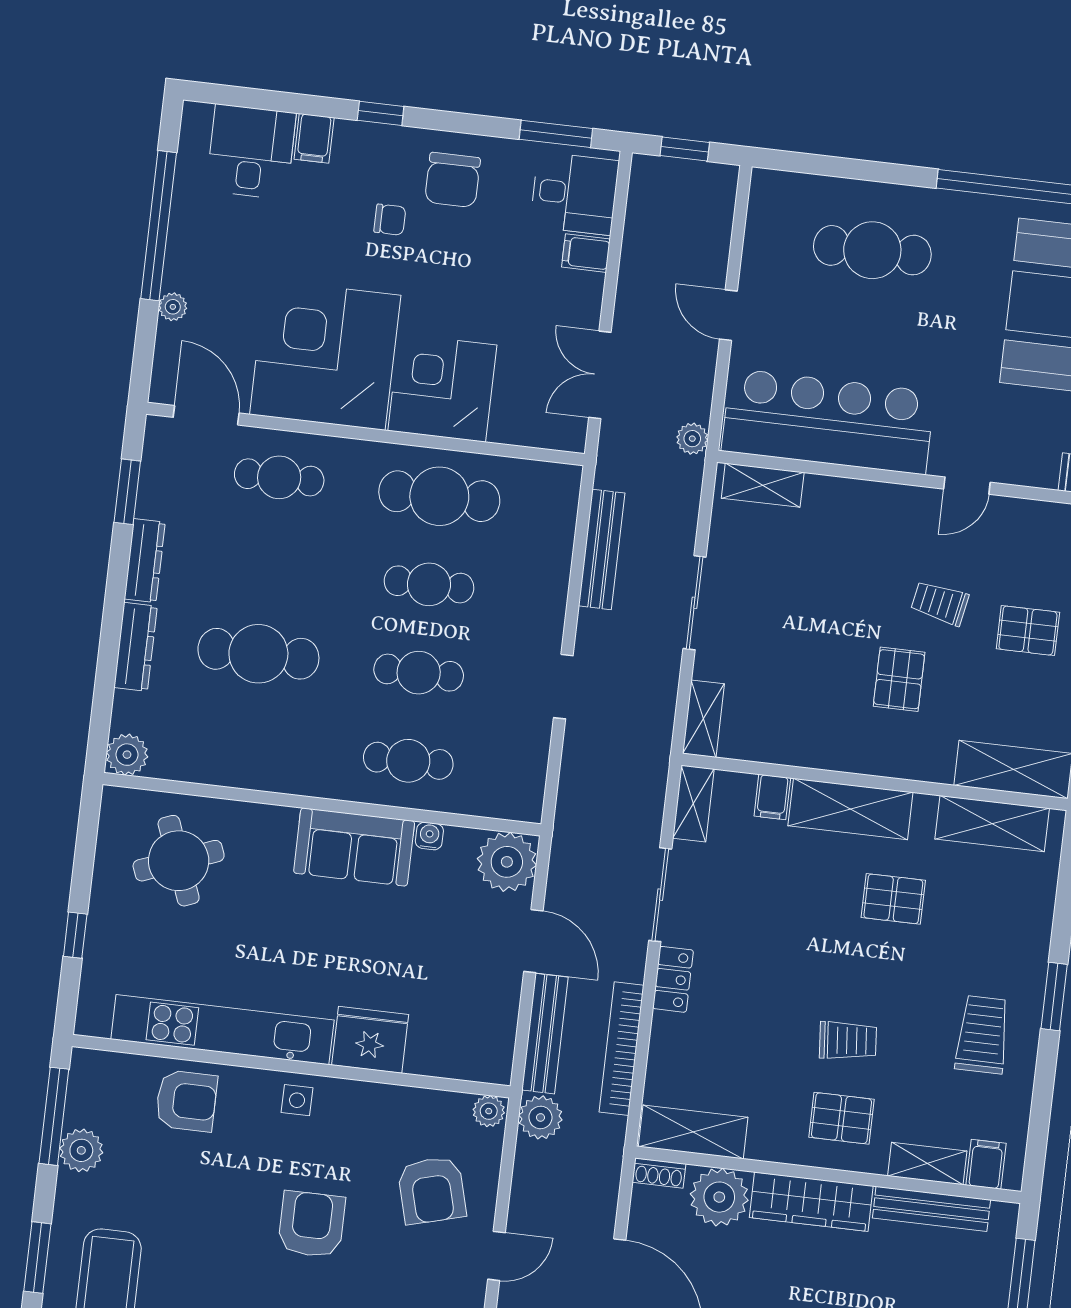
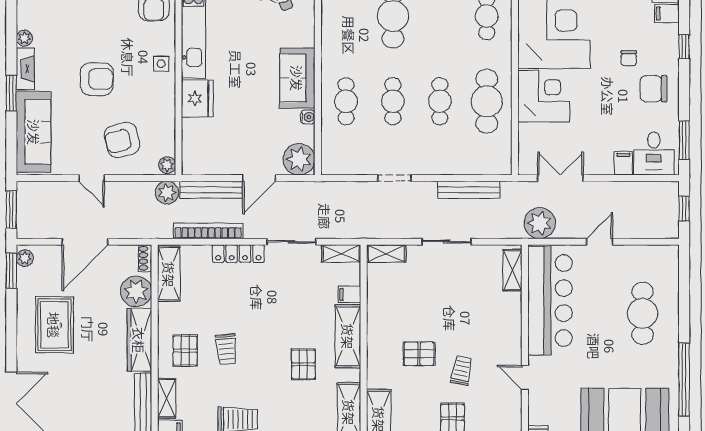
plant: (692, 439) -> (540, 223), width x1.88, depth x1.88
locker: (673, 979) -> (238, 254), width x1.53

